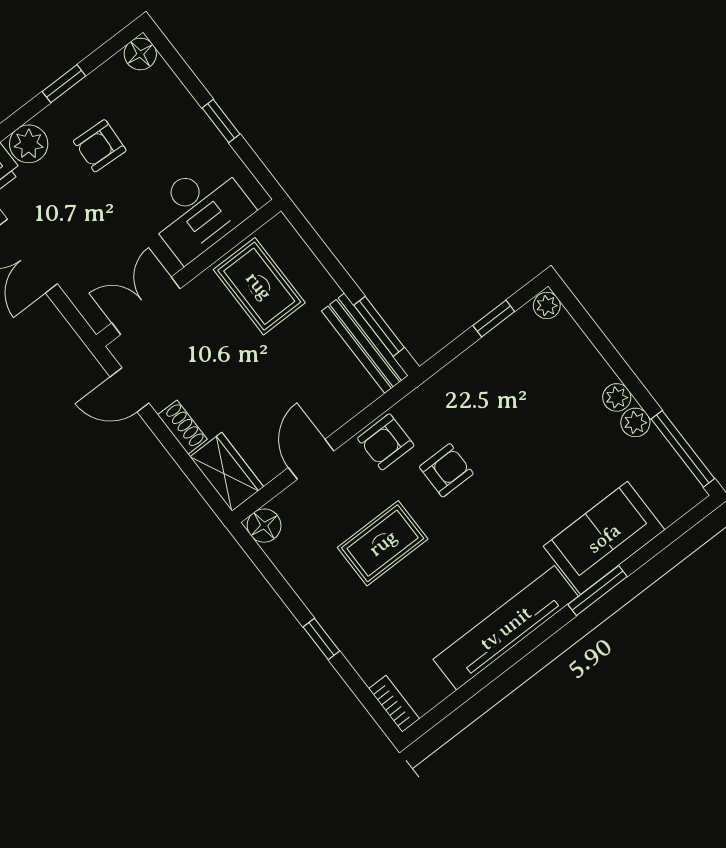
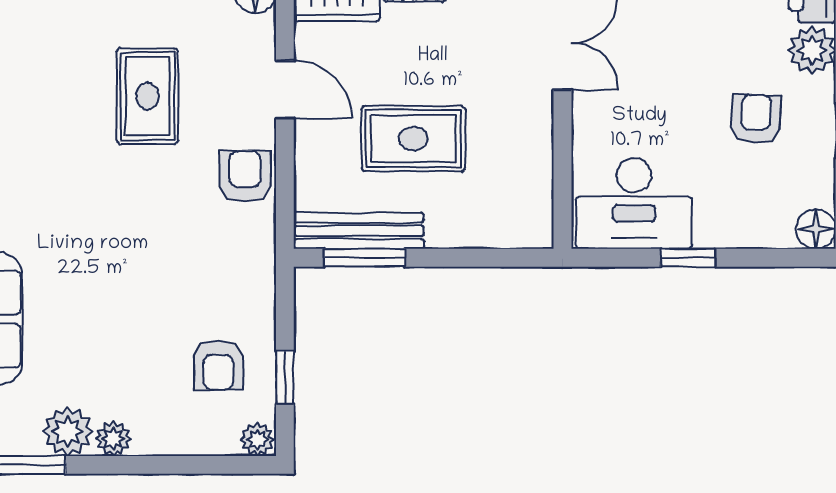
desk: (199, 210) -> (634, 203), moved, turned -90
rug: (259, 286) -> (413, 139), moved
plant: (635, 422) -> (68, 431), width x1.38, depth x1.38
armchair: (446, 470) -> (218, 365), moved

